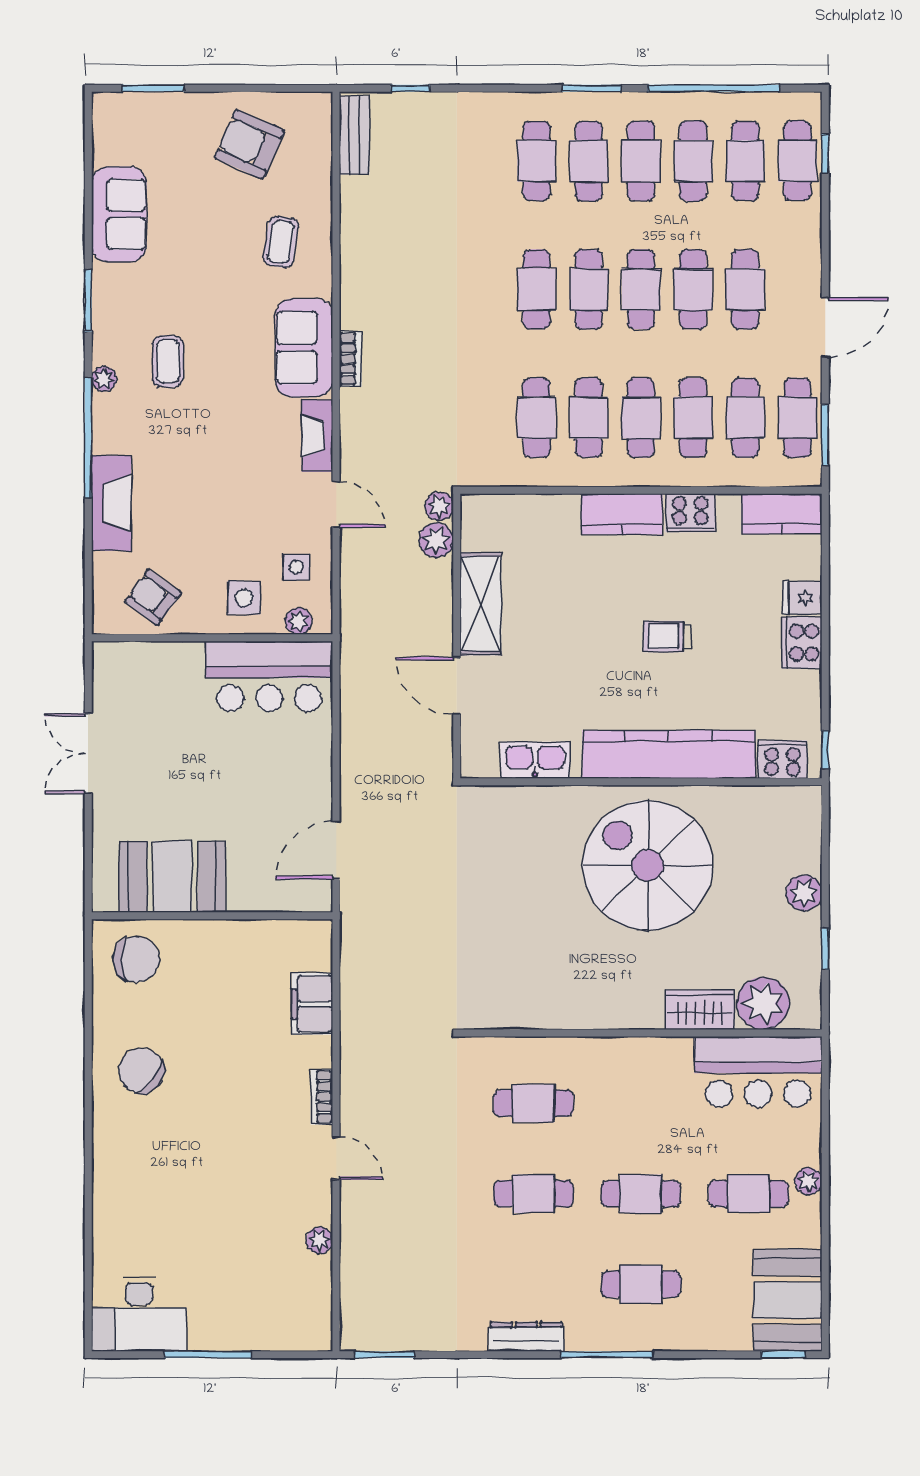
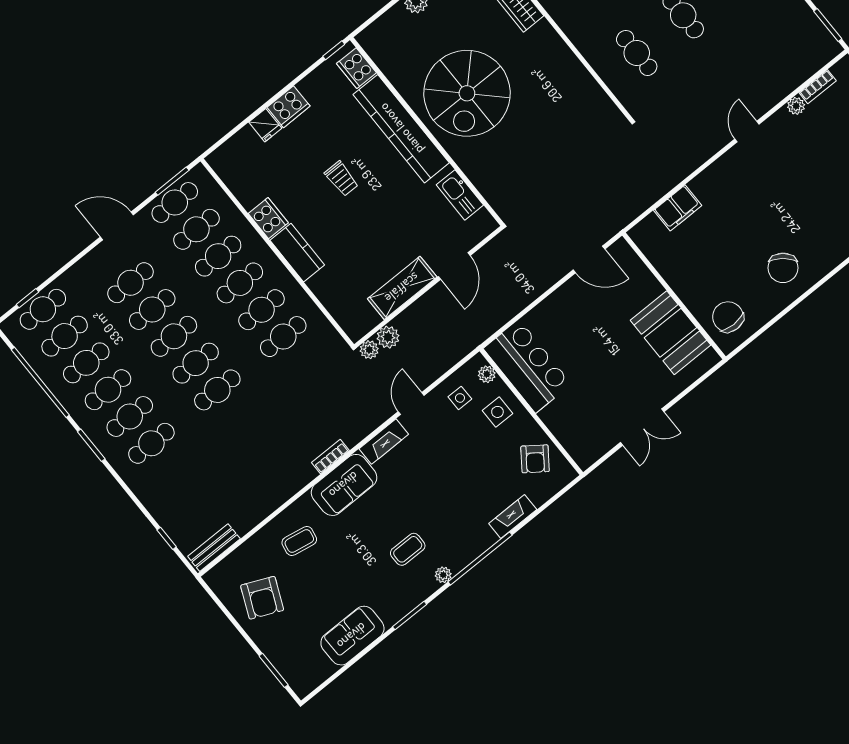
fireplace: (111, 503) -> (513, 517), width x0.73, depth x0.76
kitchen counter: (782, 514) -> (231, 171), removed
bookcase: (322, 1097) -> (818, 87), moved

